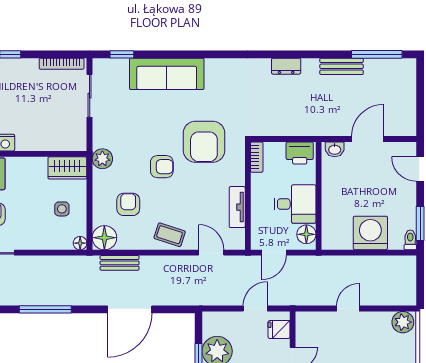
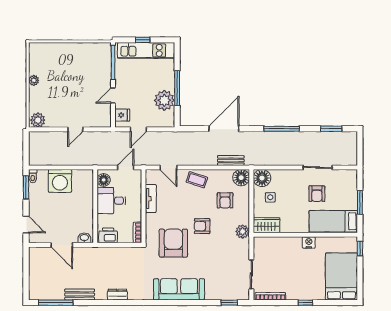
sofa: (167, 74) -> (179, 289), moved
door: (368, 139) -> (62, 245), hinge flipped
floor lamp: (80, 243) -> (262, 178), width x1.89, depth x1.89

